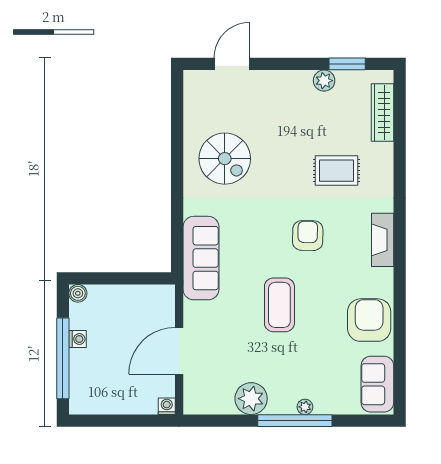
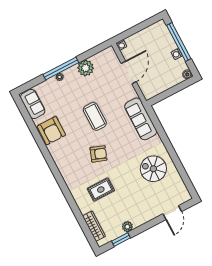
armchair: (308, 236) -> (98, 154), turned -71
fireplace: (383, 240) -> (64, 169), removed

